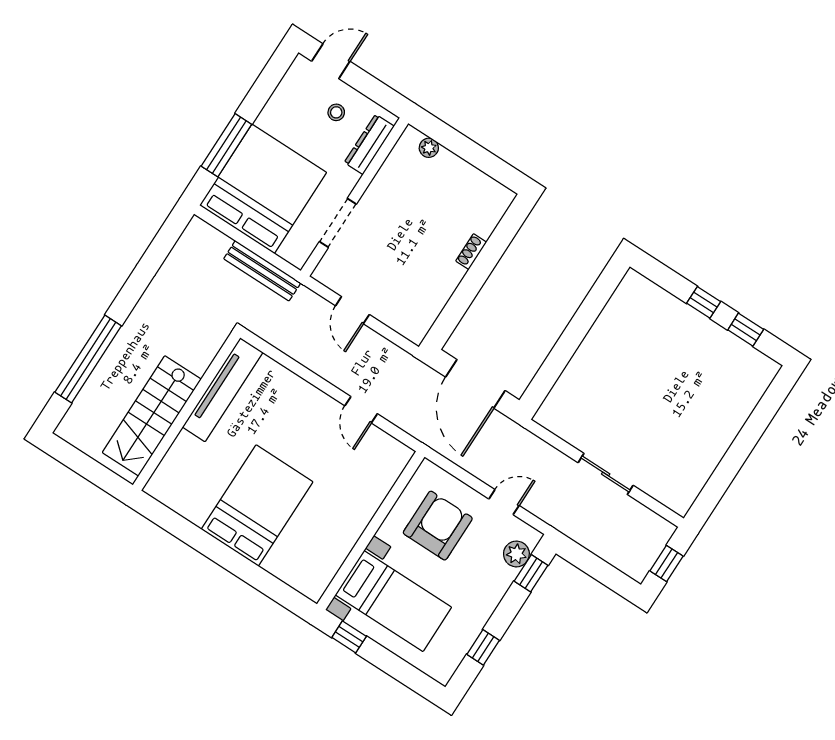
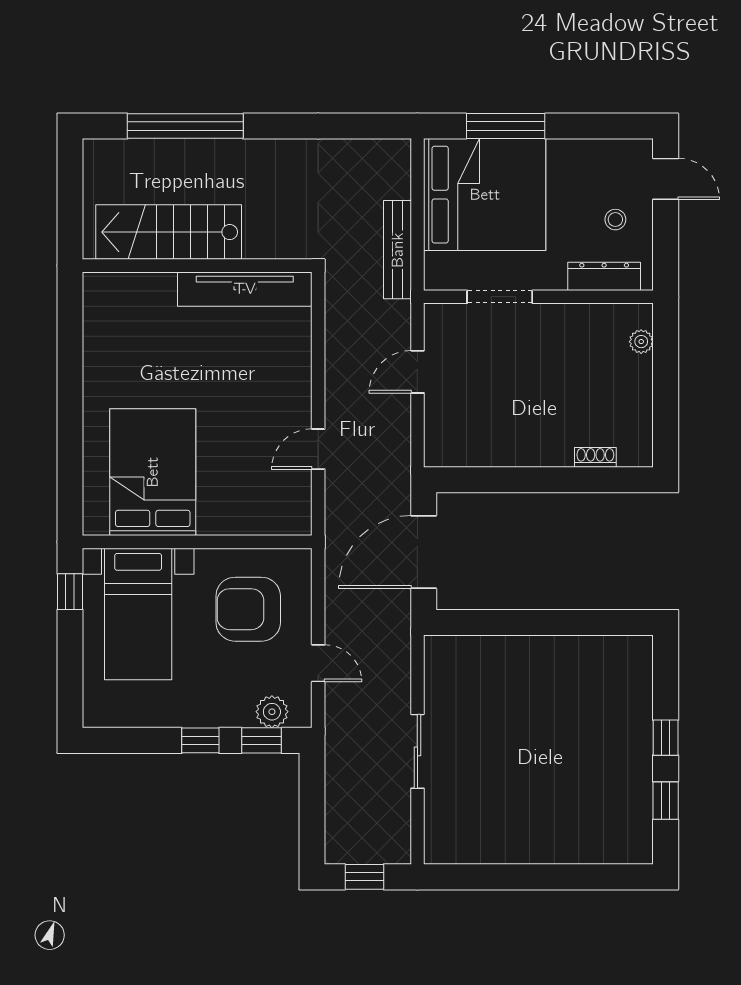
shoe rack: (471, 252) -> (595, 457), moved
bed: (257, 505) -> (153, 472), moved, turned -90
armchair: (438, 526) -> (248, 609), turned 180
window: (483, 647) -> (200, 740), moved

